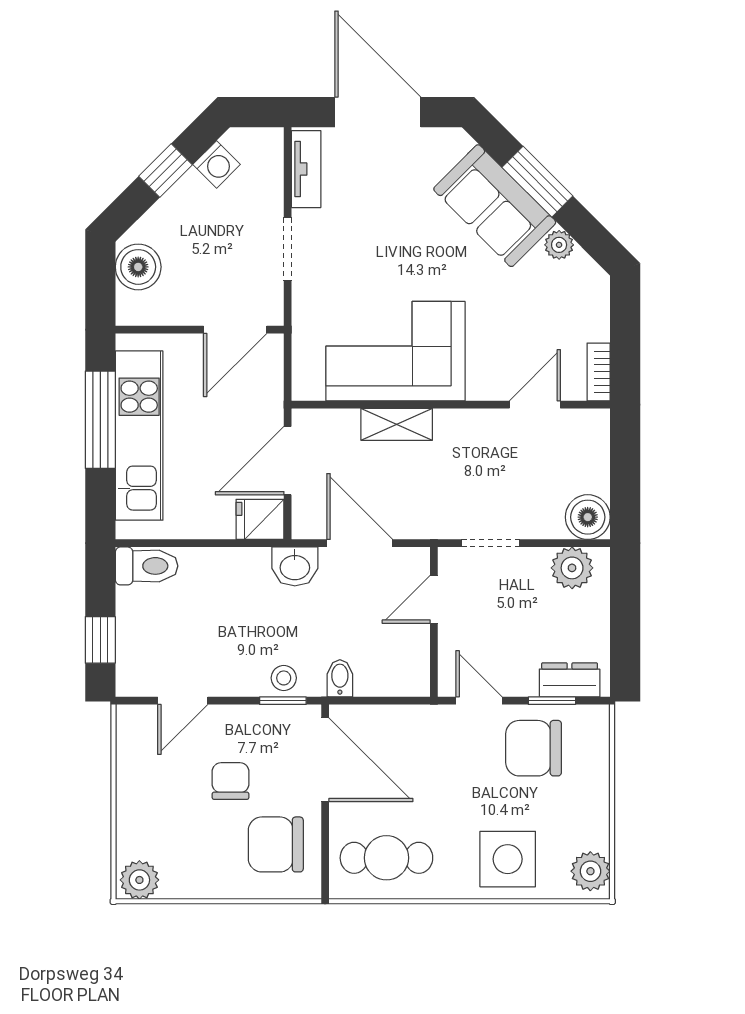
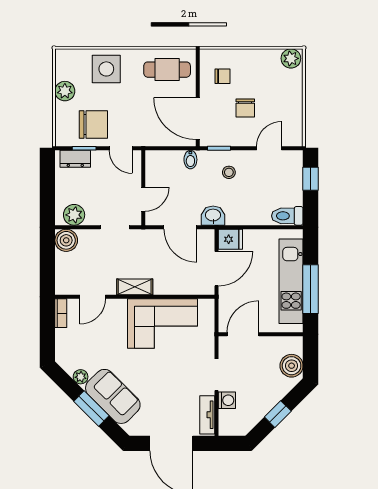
washing machine: (217, 164) -> (227, 400), moved, turned 135
shelving: (397, 424) -> (135, 287), moved
stool: (284, 678) -> (229, 172), moved
chair: (276, 844) -> (223, 76), width x0.54, depth x0.54
plant: (590, 871) -> (65, 91), moved

